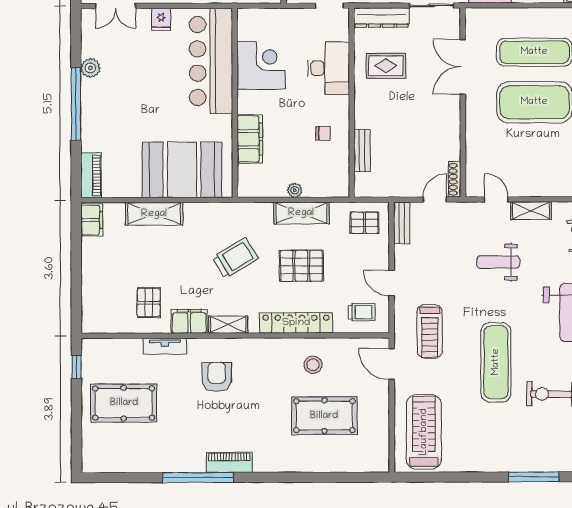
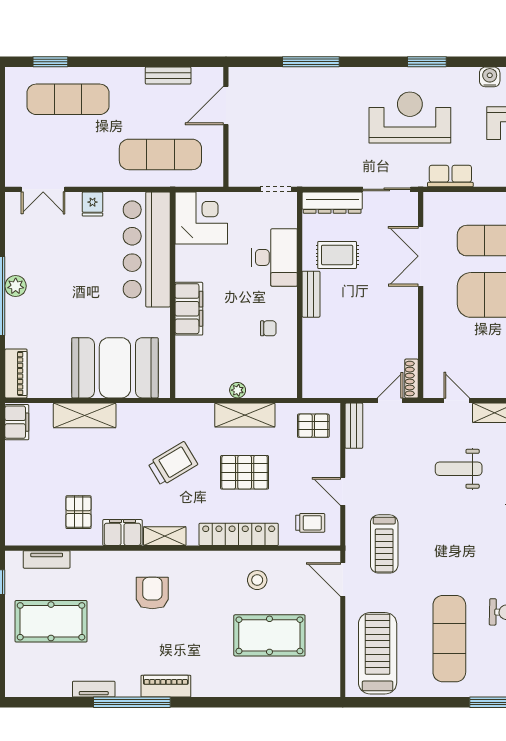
corner desk: (261, 66) -> (201, 218), moved
plant: (90, 68) -> (16, 286), moved
filing cabinet: (250, 139) -> (189, 309), moved
bench: (362, 151) -> (311, 294), moved
tv unit: (165, 346) -> (47, 559), moved
exercise mat: (496, 362) -> (449, 639), moved
tv unit: (163, 465) -> (94, 689), added

